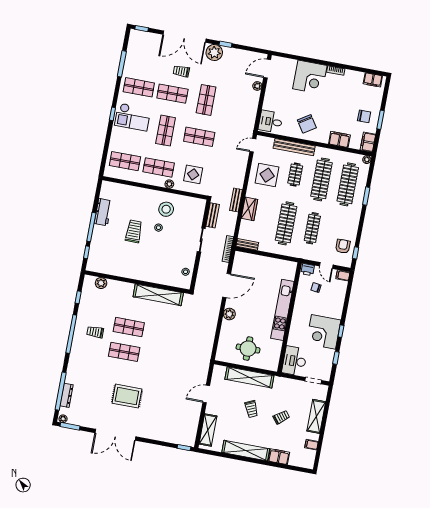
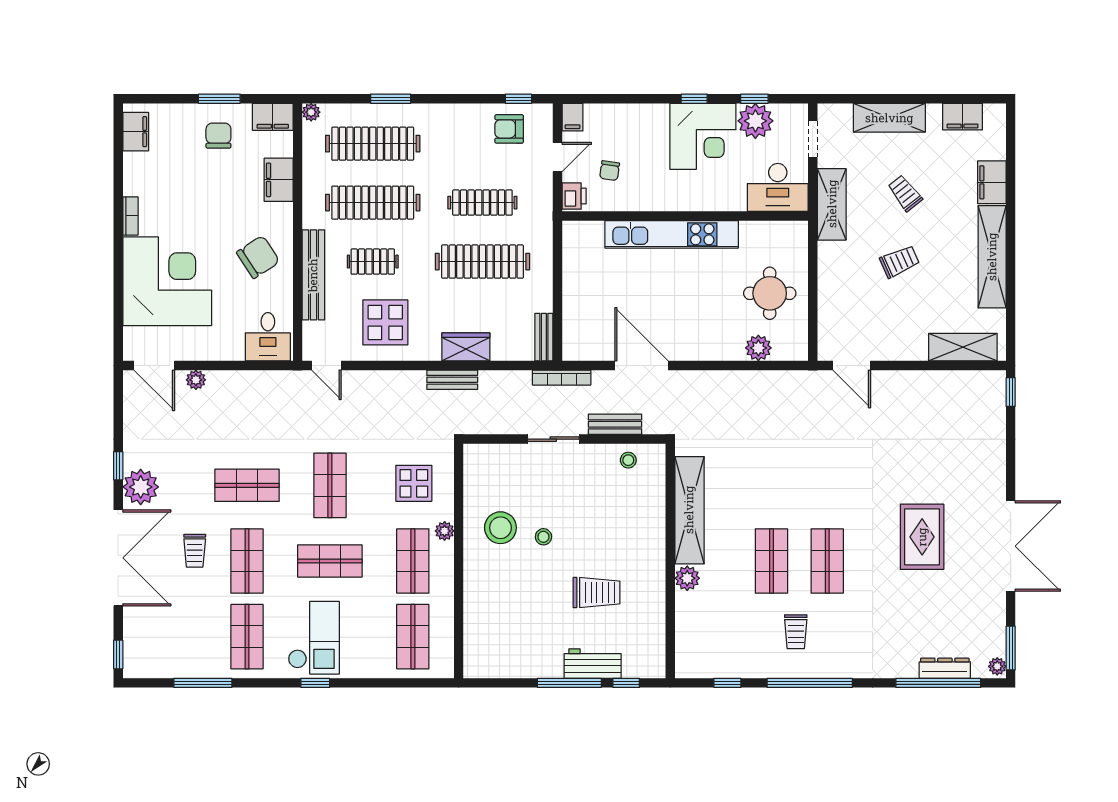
corner desk: (310, 77) -> (167, 281), width x1.36, depth x1.36
workbench: (103, 212) -> (593, 664), moved
bench: (213, 215) -> (615, 424), moved
trolley: (134, 231) -> (596, 593), moved, turned 180
plant: (101, 283) -> (687, 578), moved
plant: (229, 314) -> (758, 348), moved
plant: (326, 357) -> (755, 121), added
shelving: (249, 377) -> (832, 204), moved, width x0.68
door: (206, 394) -> (852, 365), moved
filing cabinet: (311, 445) -> (963, 117), width x2.00

